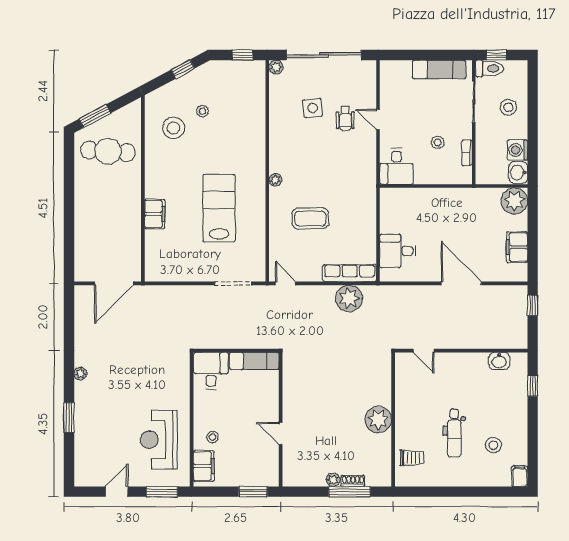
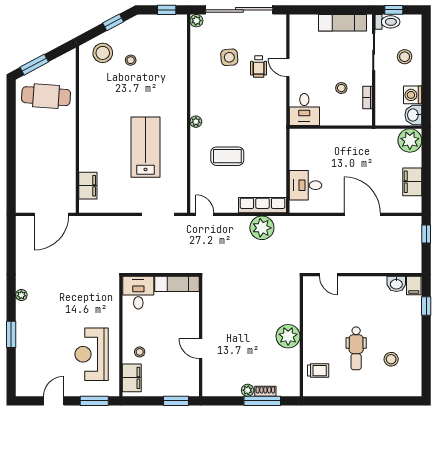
stool: (174, 128) -> (103, 53), moved
filing cabinet: (155, 214) -> (88, 186), moved
filing cabinet: (520, 476) -> (414, 285), moved, turned 180

